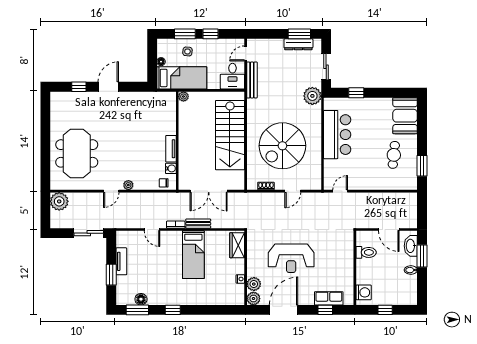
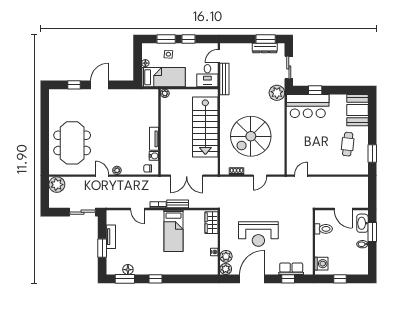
bar counter: (337, 135) -> (308, 106), moved, turned 90
door: (111, 191) -> (102, 176), swing flipped

